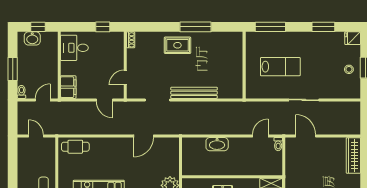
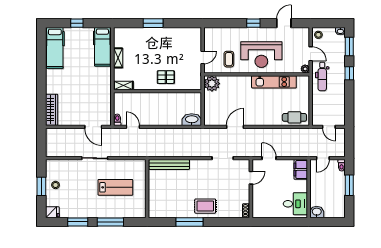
window: (38, 27) -> (327, 222), removed
window: (103, 27) -> (271, 222), removed
window: (270, 27) -> (110, 222), moved
washbasin: (32, 38) -> (317, 212), moved
lab bench: (280, 67) -> (115, 187), turned 180
bench: (194, 93) -> (169, 165), moved
door: (260, 136) -> (133, 127), swing flipped
washbasin: (217, 144) -> (192, 120), moved

